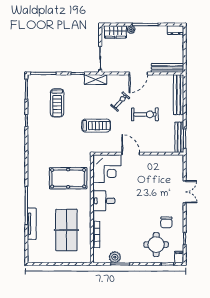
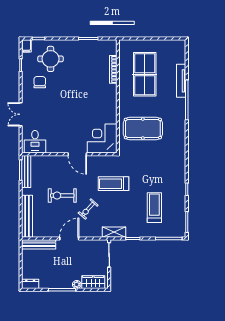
desk: (104, 201) -> (35, 142), moved, turned 90
plant: (115, 257) -> (94, 46), removed

